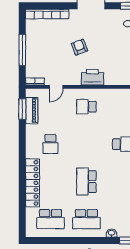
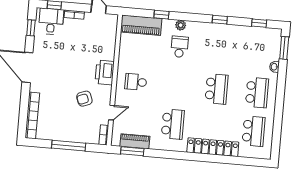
armchair: (79, 47) -> (84, 99), moved
door: (56, 87) -> (112, 113), hinge flipped
school desk: (86, 107) -> (136, 82), turned 90
school desk: (50, 144) -> (173, 124), width x1.85
school desk: (86, 182) -> (217, 89), turned -90

